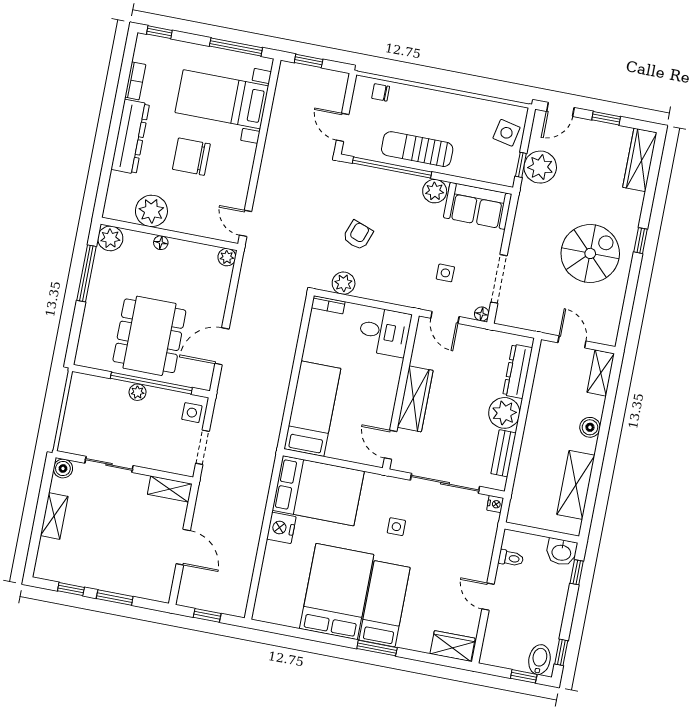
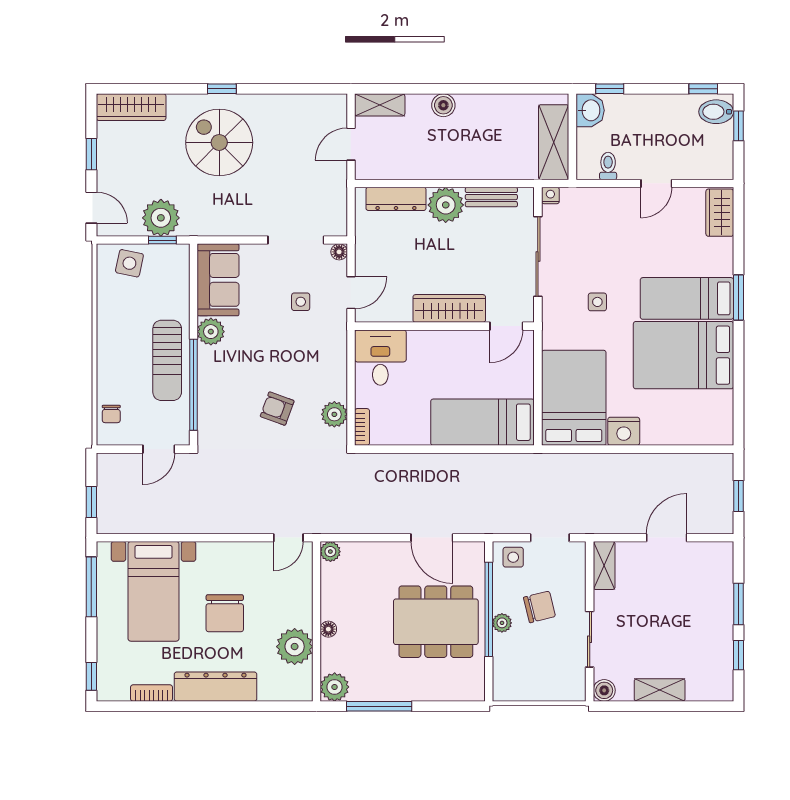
spiral stairs: (590, 253) -> (219, 142), moved
chair: (145, 427) -> (539, 607), added
shelving: (576, 485) -> (554, 142), moved, turned 90

